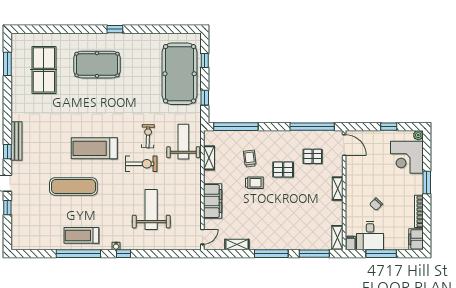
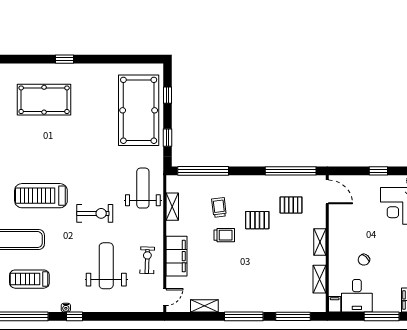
exercise bike: (148, 136) -> (147, 260), moved
treadmill: (81, 235) -> (29, 279), moved
shelving: (337, 238) -> (319, 279), moved
window: (381, 254) -> (382, 316), moved

